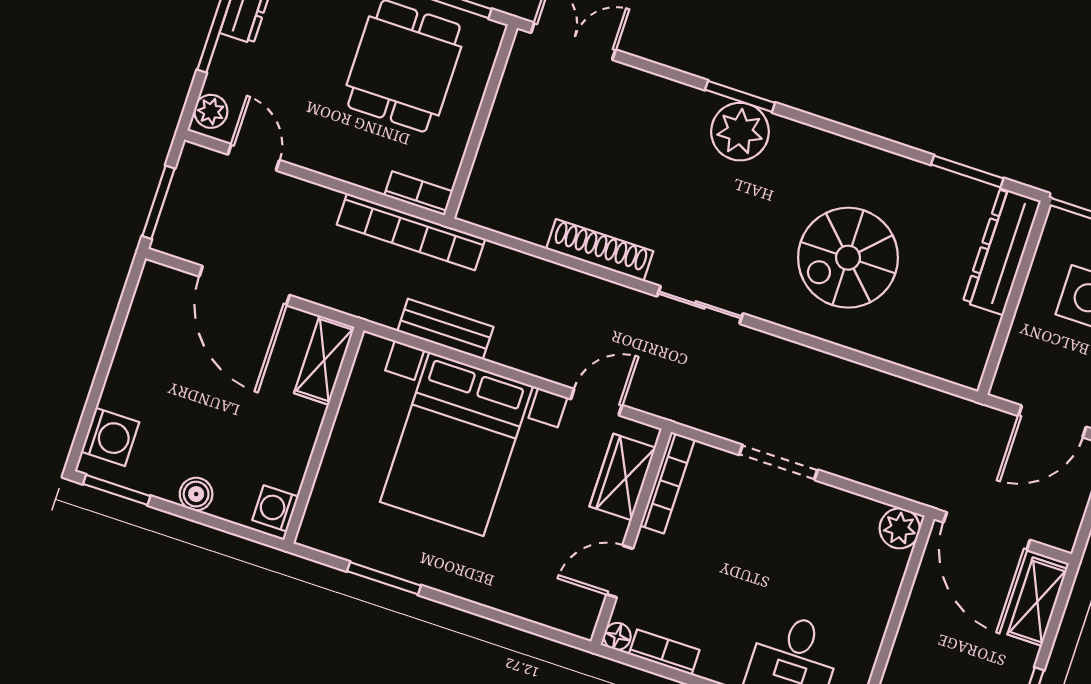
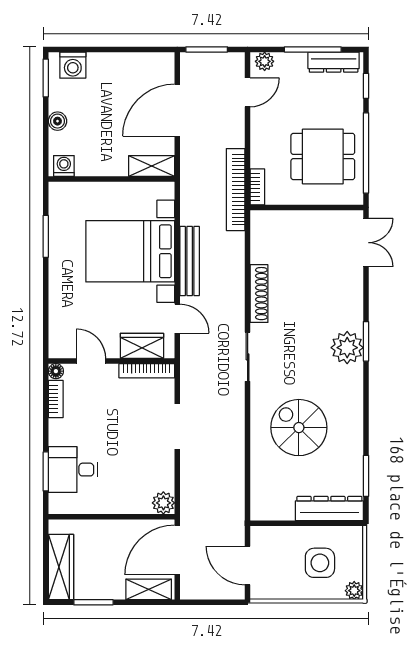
bench: (445, 329) -> (190, 261), moved, width x1.36

